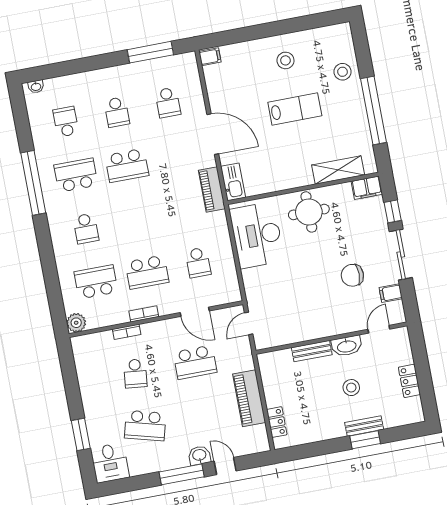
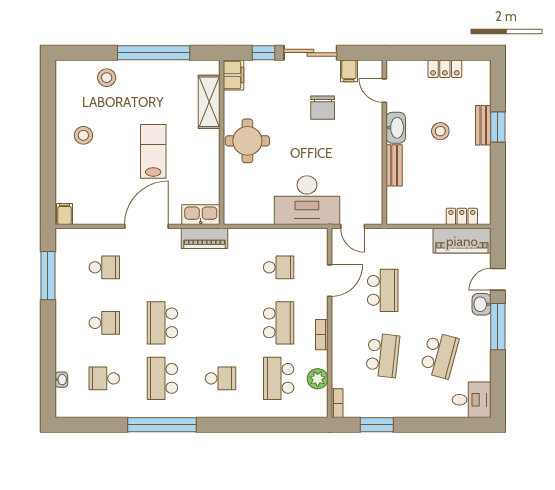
washbasin: (36, 87) -> (61, 380), moved
lab bench: (295, 109) -> (153, 151), moved
school desk: (127, 165) -> (162, 323), turned 180
desk: (257, 235) -> (307, 200), moved
plant: (76, 323) -> (318, 379), moved
bookcase: (127, 332) -> (337, 403), moved
school desk: (135, 374) -> (383, 355), width x1.85
piano: (249, 398) -> (462, 241), moved
window: (81, 434) -> (377, 425), moved

